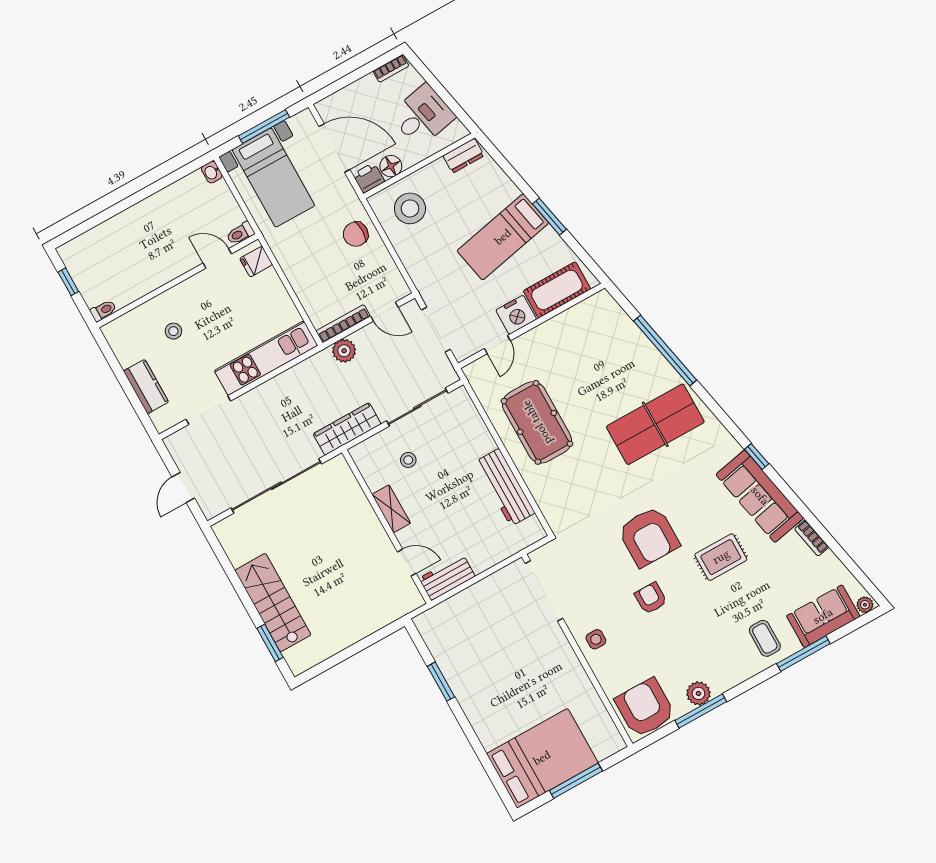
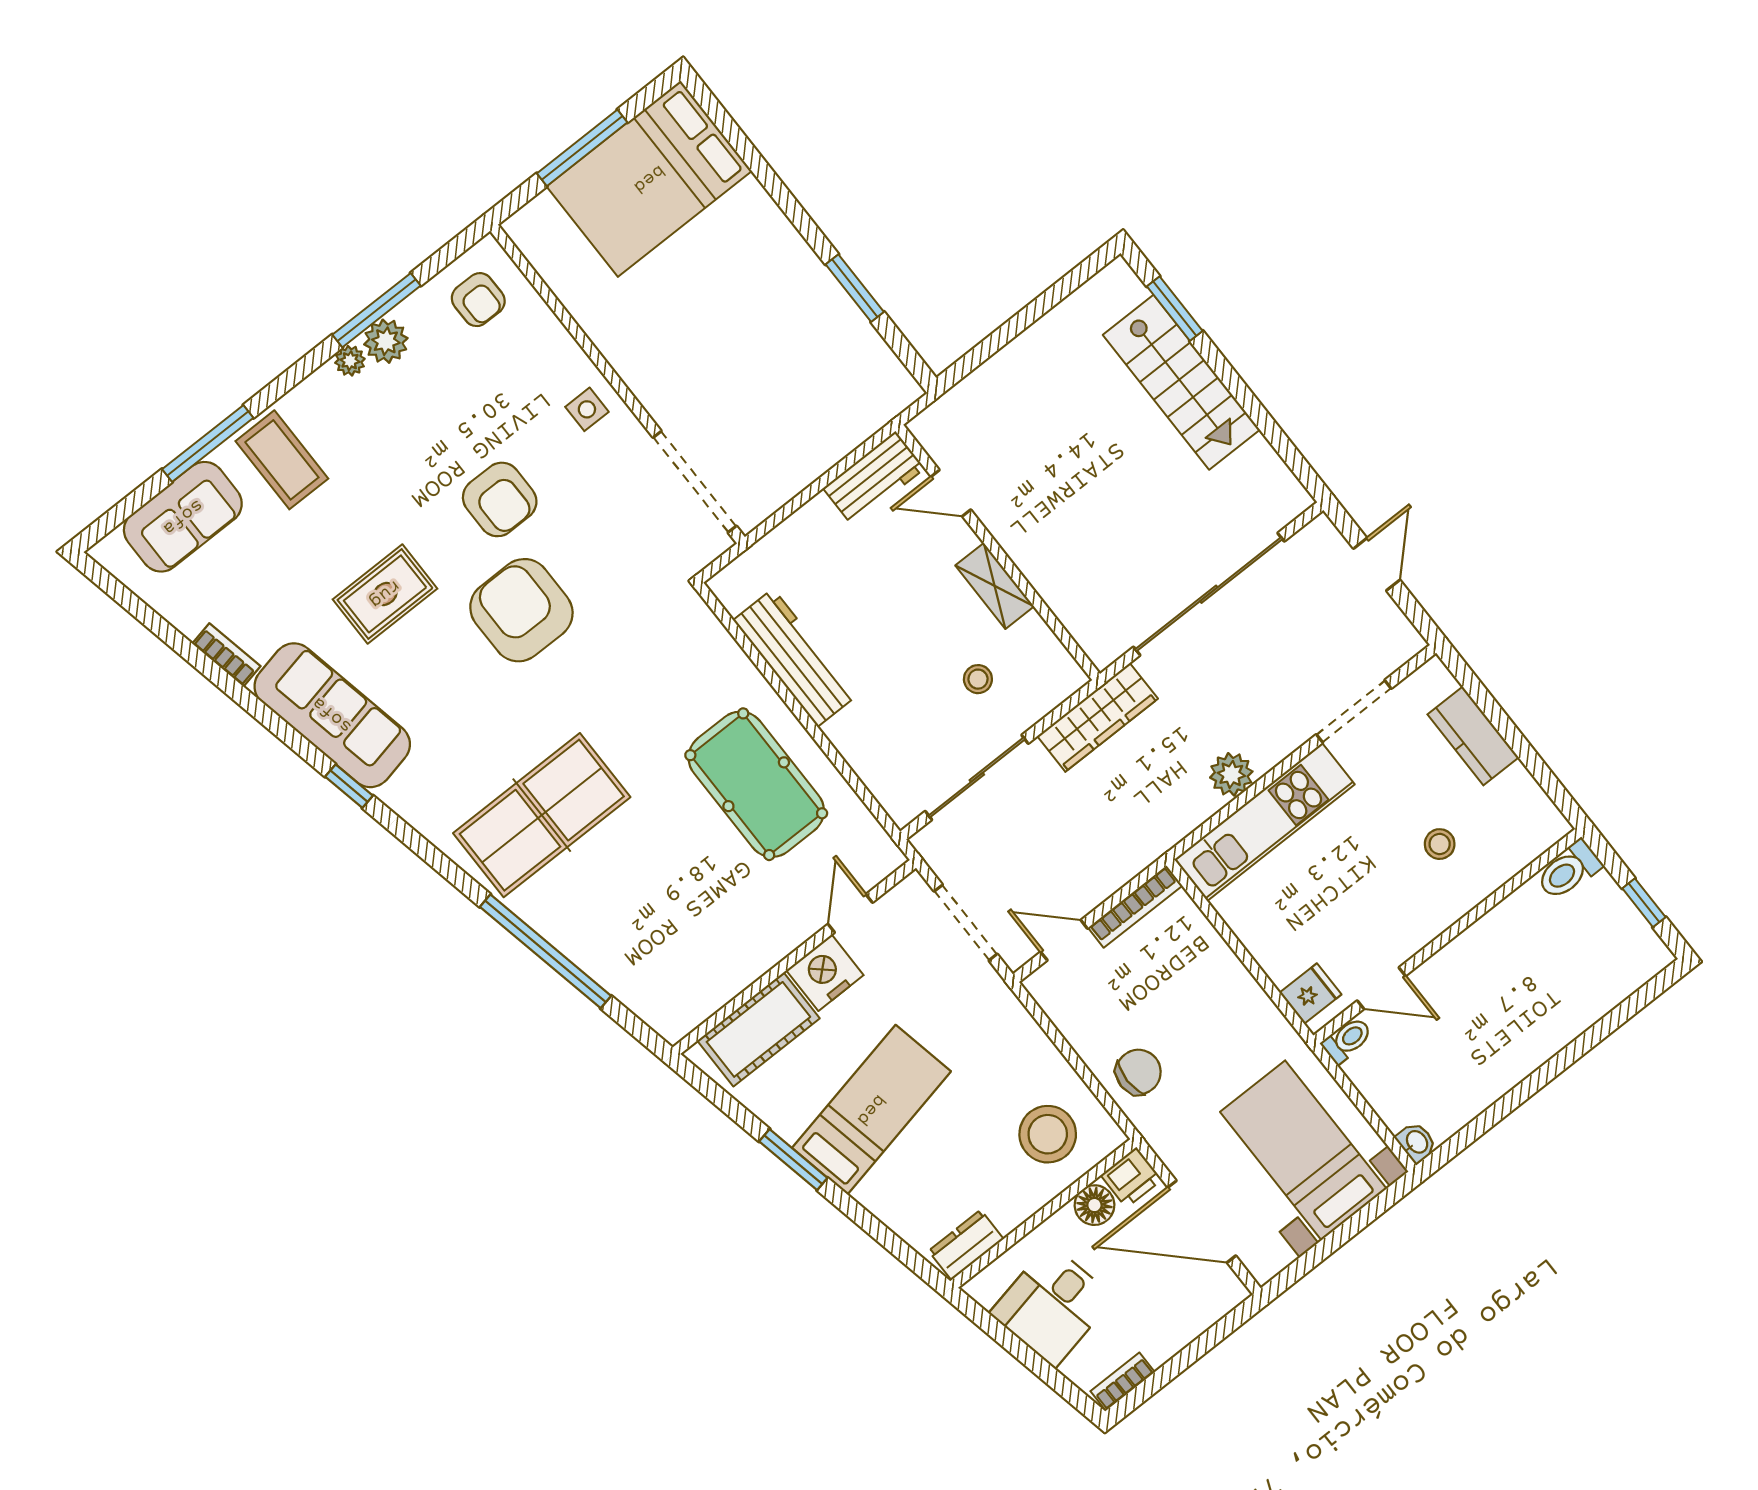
window: (264, 126) -> (1335, 1240), removed
toilet: (103, 310) -> (1569, 870), width x1.37, depth x1.39
plant: (344, 351) -> (1231, 774), moved
armchair: (651, 598) -> (500, 499), width x1.38, depth x1.38
plant: (865, 605) -> (350, 361), moved
coffee table: (765, 638) -> (282, 460), width x1.36, depth x1.30
armchair: (645, 708) -> (478, 300), width x0.53, depth x0.53

